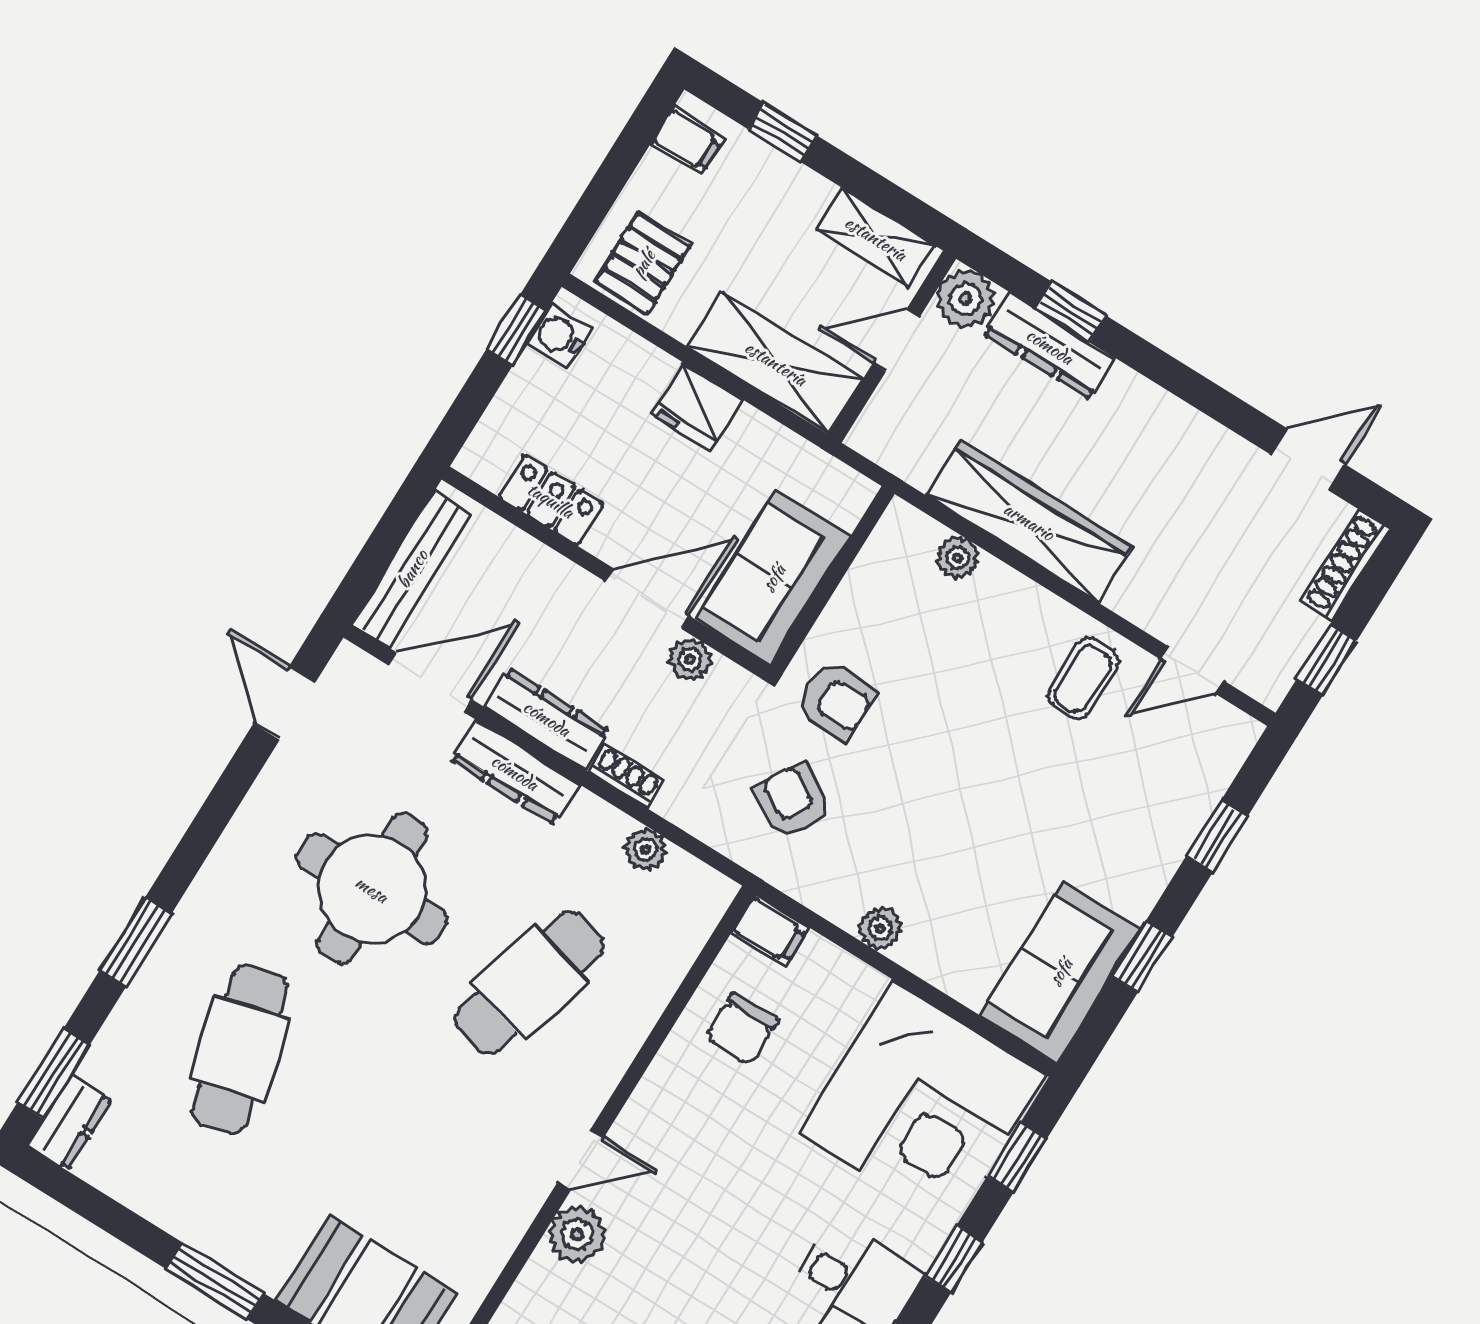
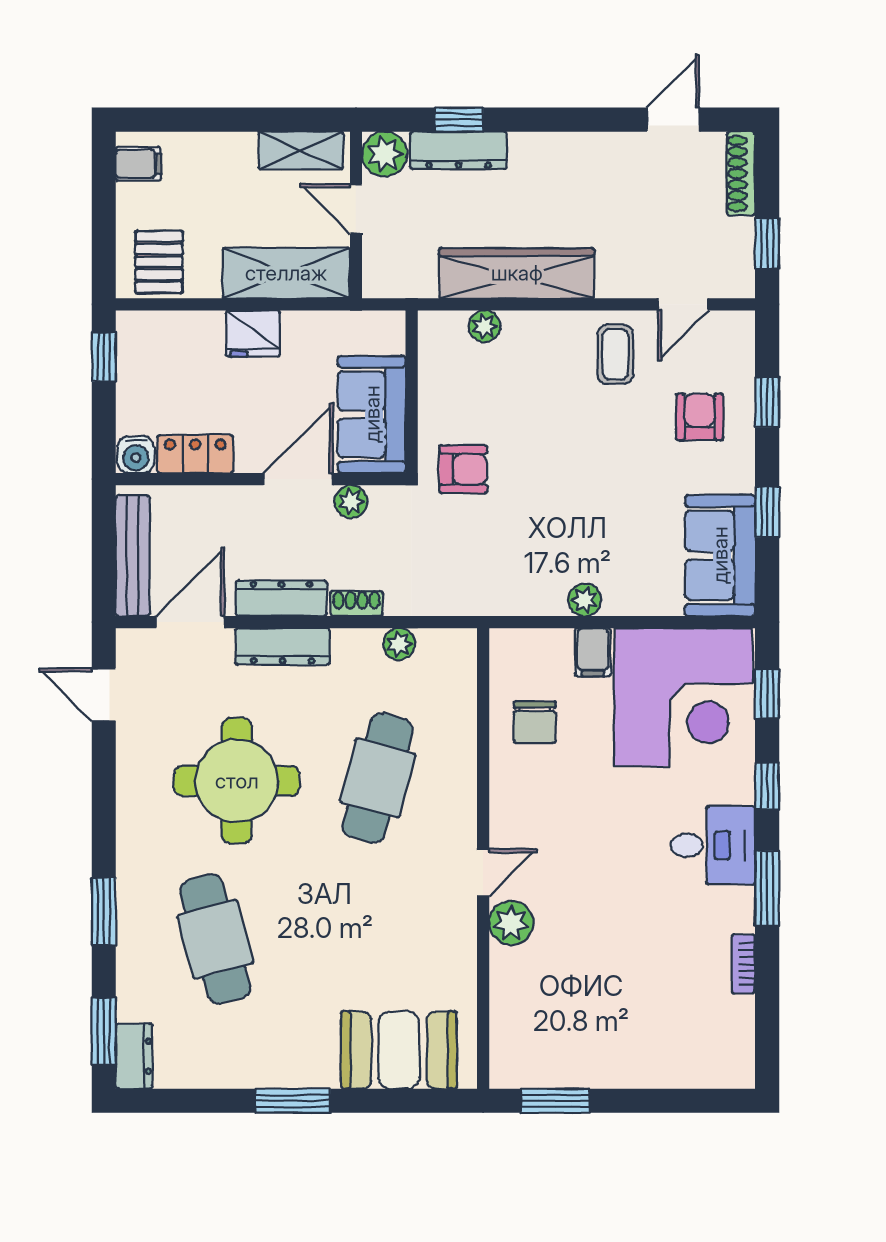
window: (783, 133) -> (197, 120), removed
water cooler: (559, 336) -> (136, 455), moved, turned -90
door: (896, 340) -> (356, 209), hinge flipped
armchair: (792, 801) -> (700, 417), moved, turned 59
filing cabinet: (770, 930) -> (593, 652), moved, turned 90

